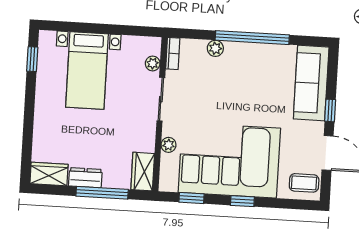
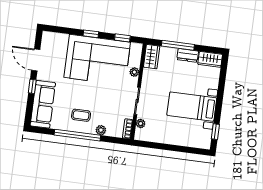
bed with nightstands: (87, 71) -> (192, 107), moved, turned -90
coffee table: (304, 183) -> (81, 115), moved

